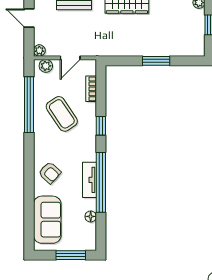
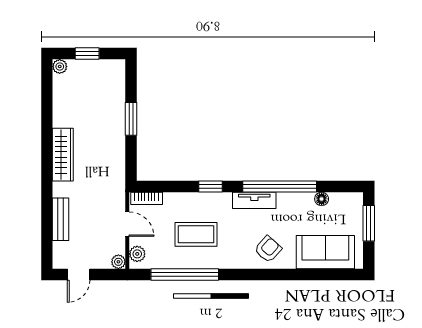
bookcase: (91, 89) -> (147, 198), moved
coffee table: (62, 114) -> (196, 234), turned 34
tv unit: (89, 180) -> (254, 200), moved

